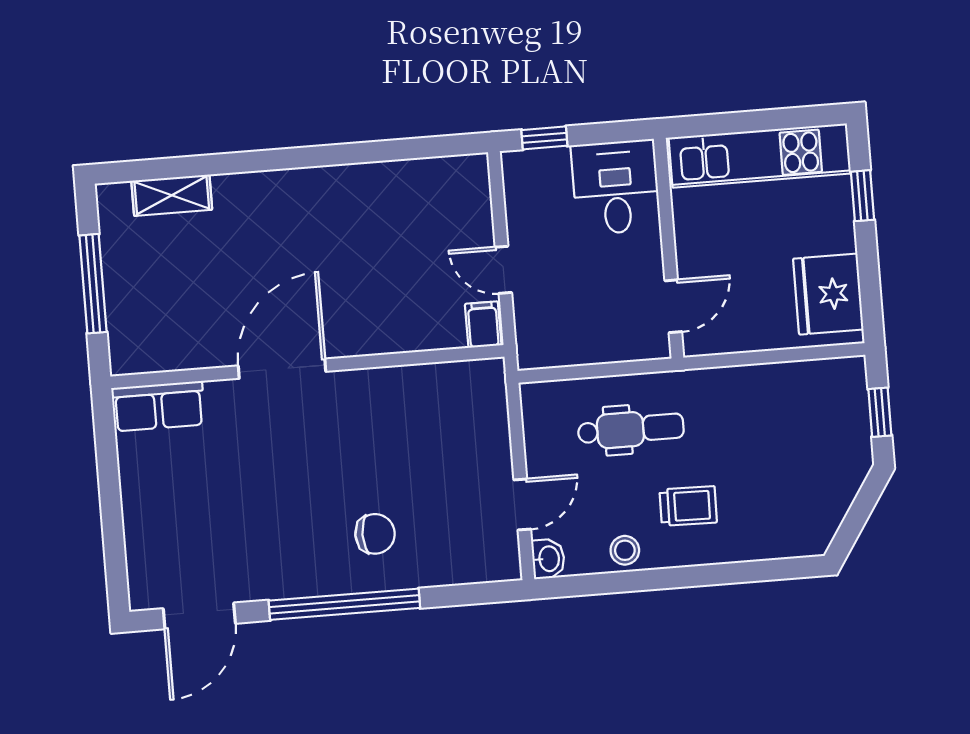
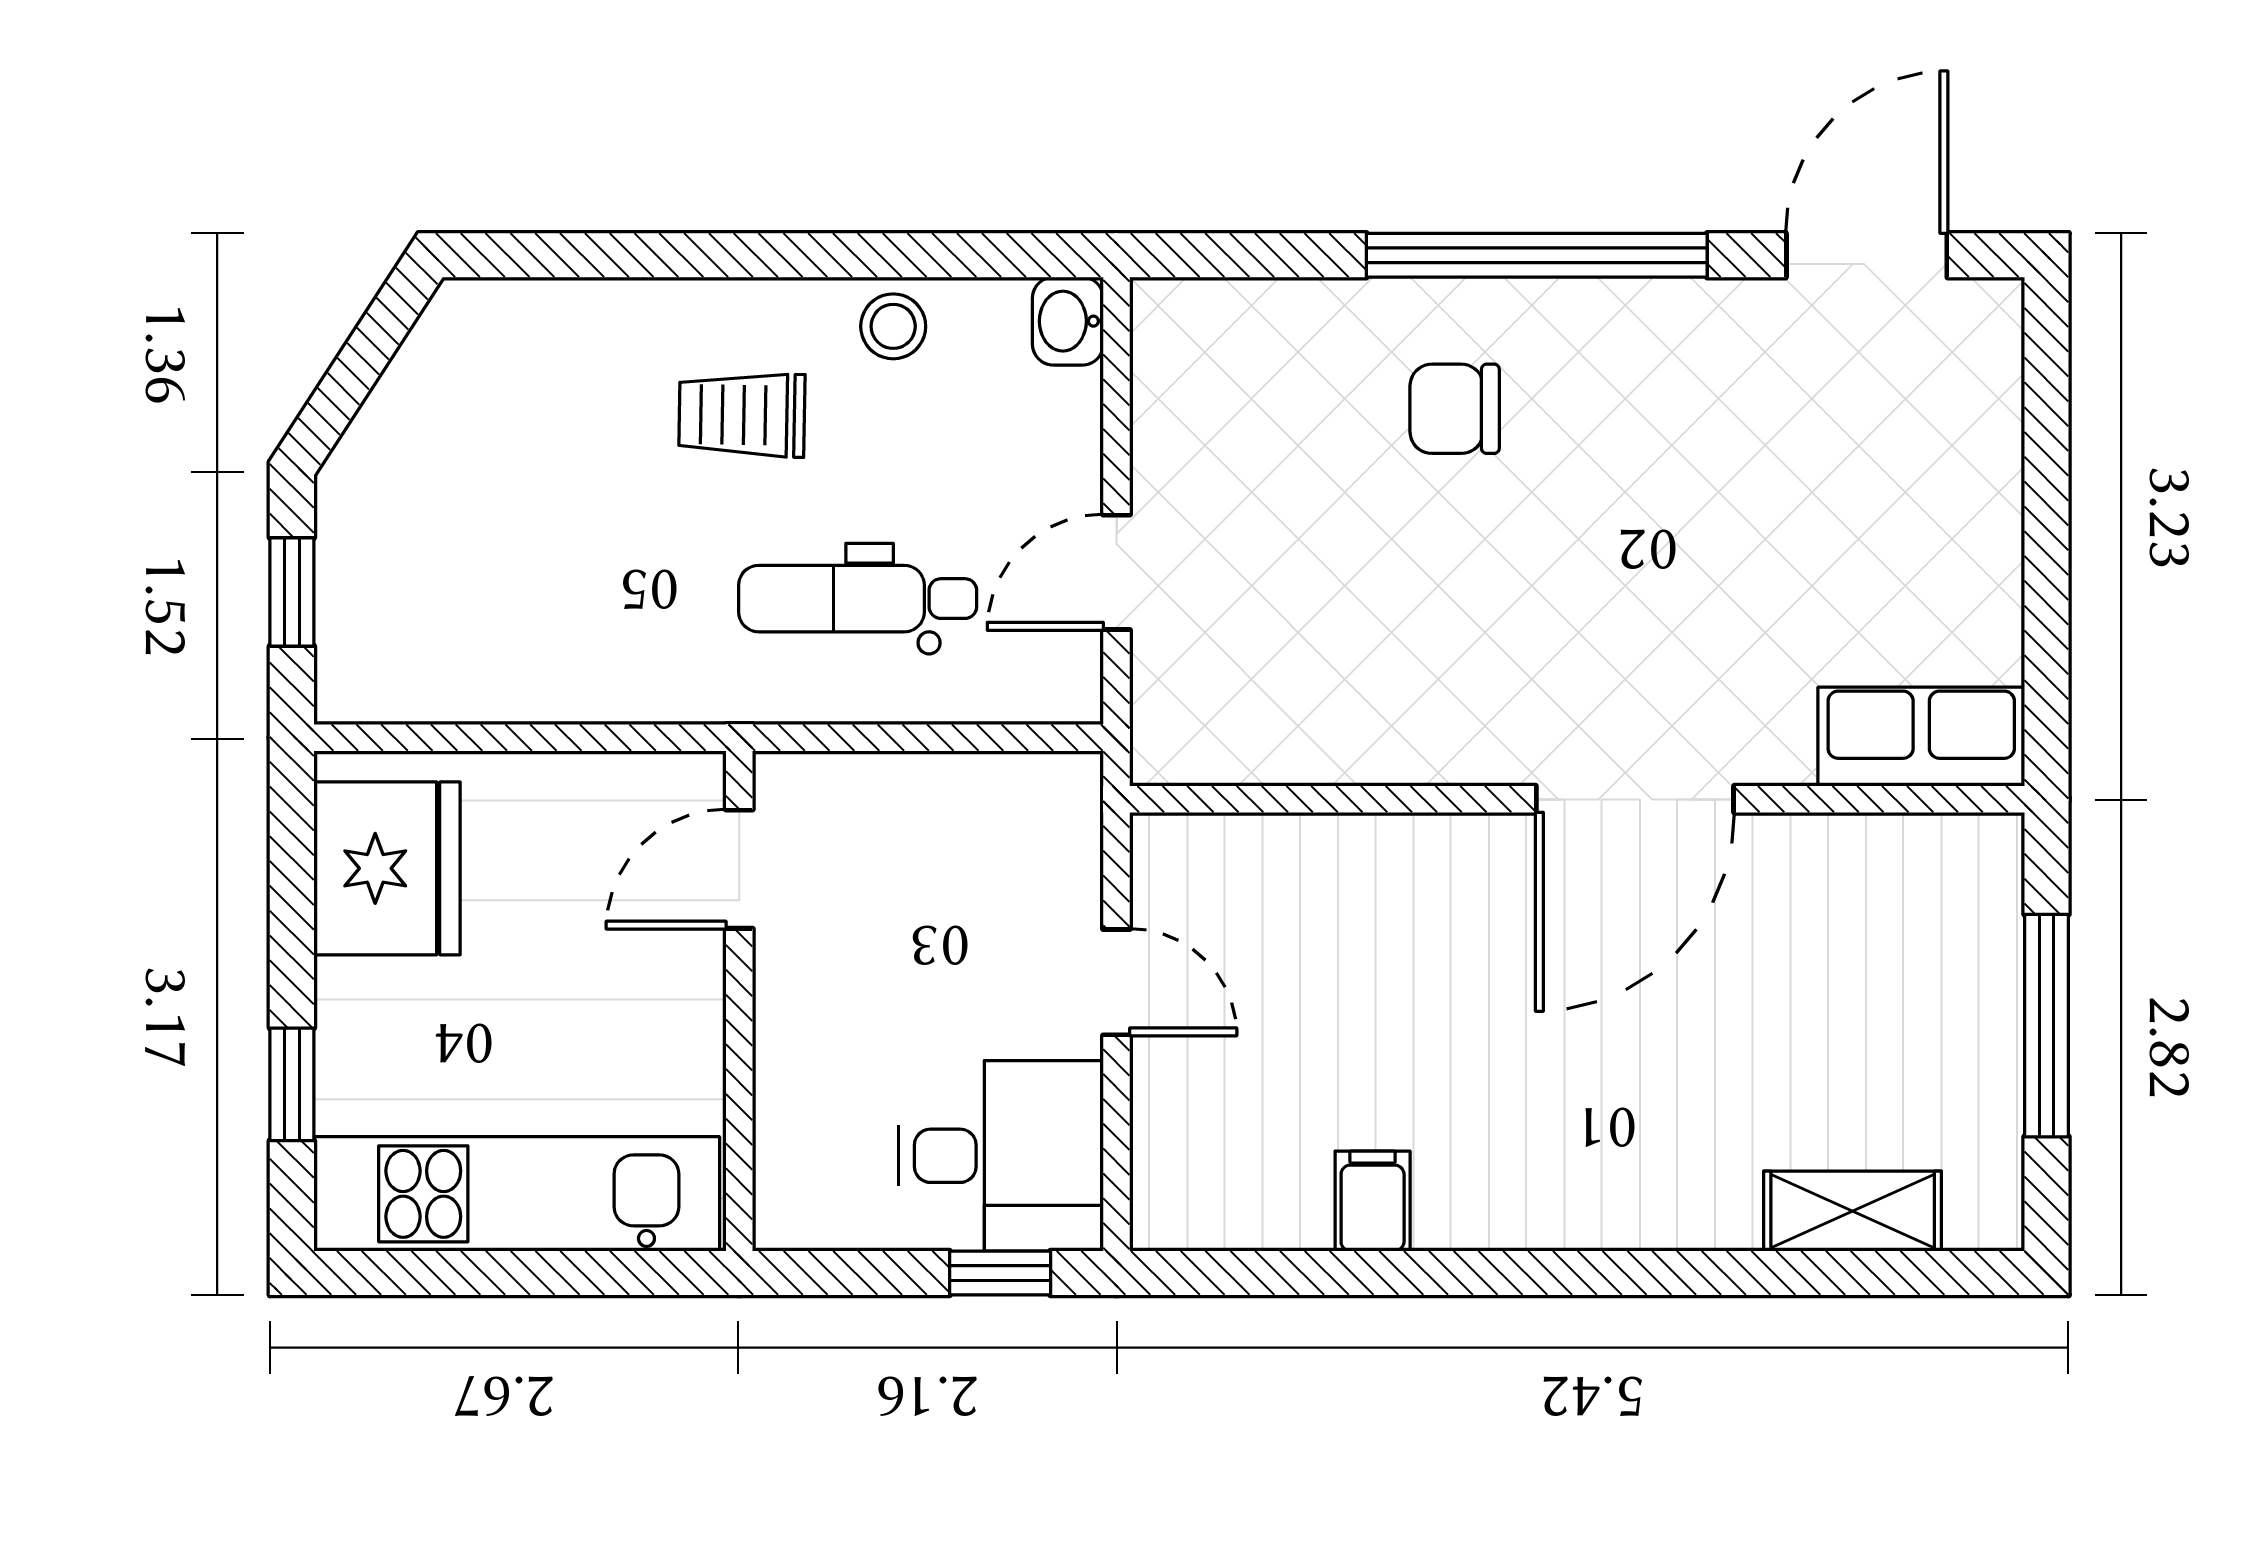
desk: (616, 187) -> (1001, 1156), moved, turned -90
filing cabinet: (483, 324) -> (1373, 1201), moved, turned 180
door: (522, 505) -> (1117, 572), moved

